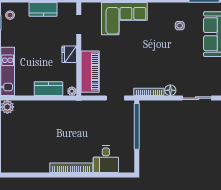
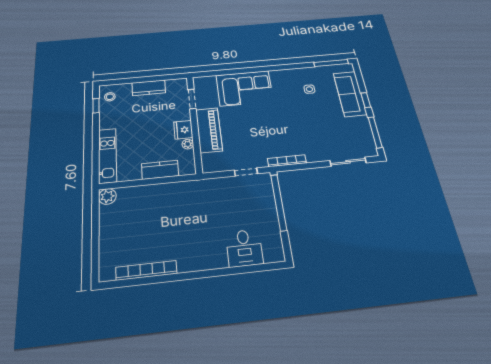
piano: (90, 72) -> (209, 130), moved
floor lamp: (170, 90) -> (313, 156), removed
plant: (72, 91) -> (188, 144), moved
bookcase: (71, 168) -> (146, 270), moved

